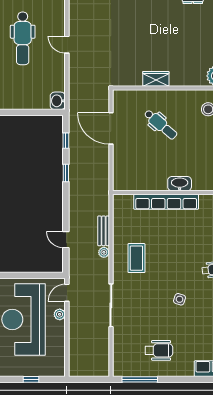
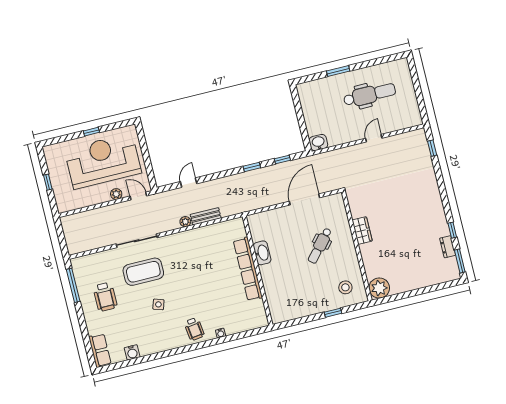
dental chair: (23, 38) -> (370, 95), turned 180
washbasin: (180, 184) -> (262, 253), moved
coffee table: (136, 258) -> (143, 272), moved, width x1.36, depth x1.32

